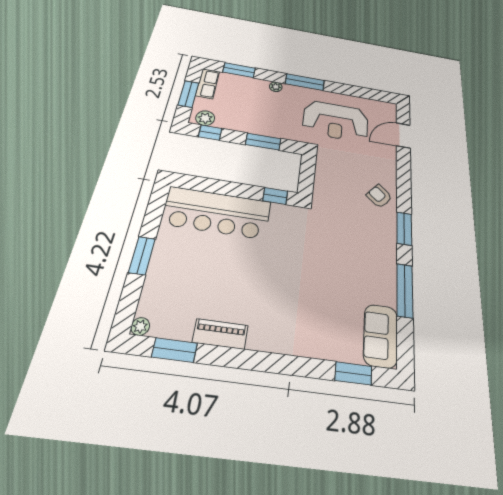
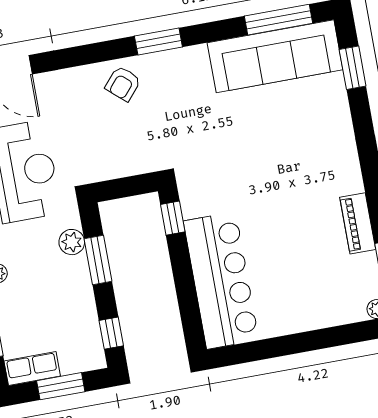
plant: (205, 118) -> (72, 242), moved
window: (142, 256) -> (302, 342), removed
window: (405, 290) -> (278, 20), moved
sofa: (381, 336) -> (275, 56), width x1.85, depth x1.27

